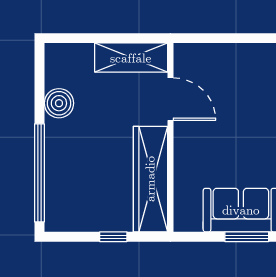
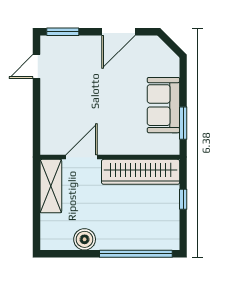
window: (247, 237) -> (183, 123), moved

